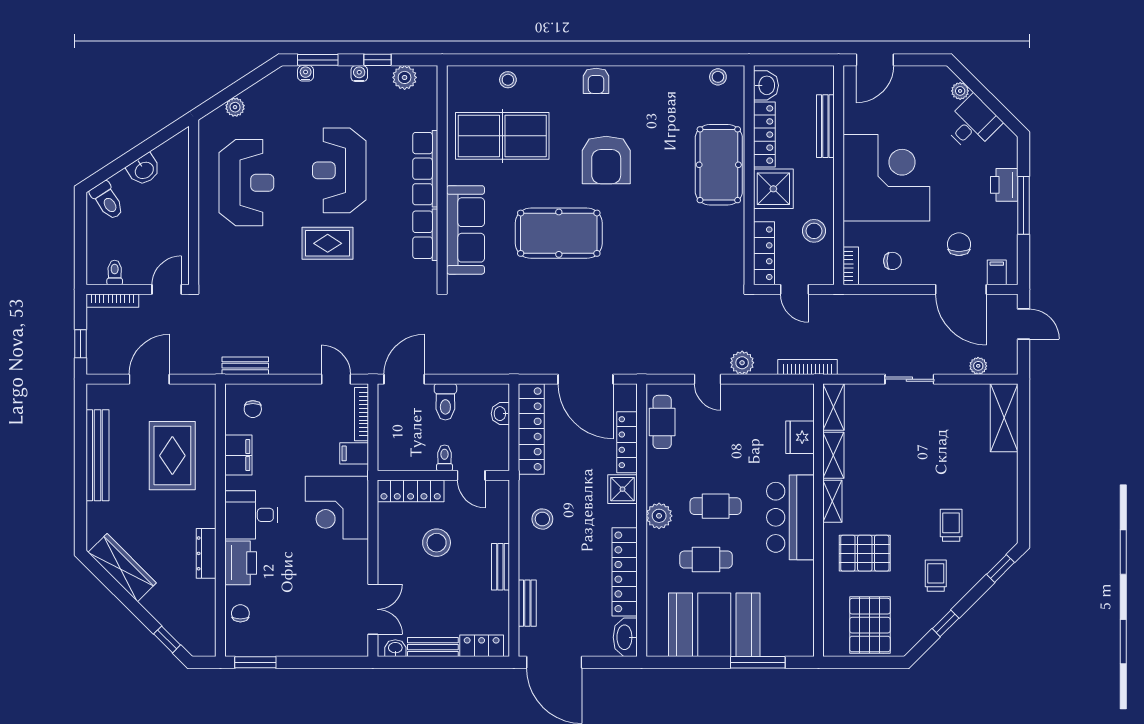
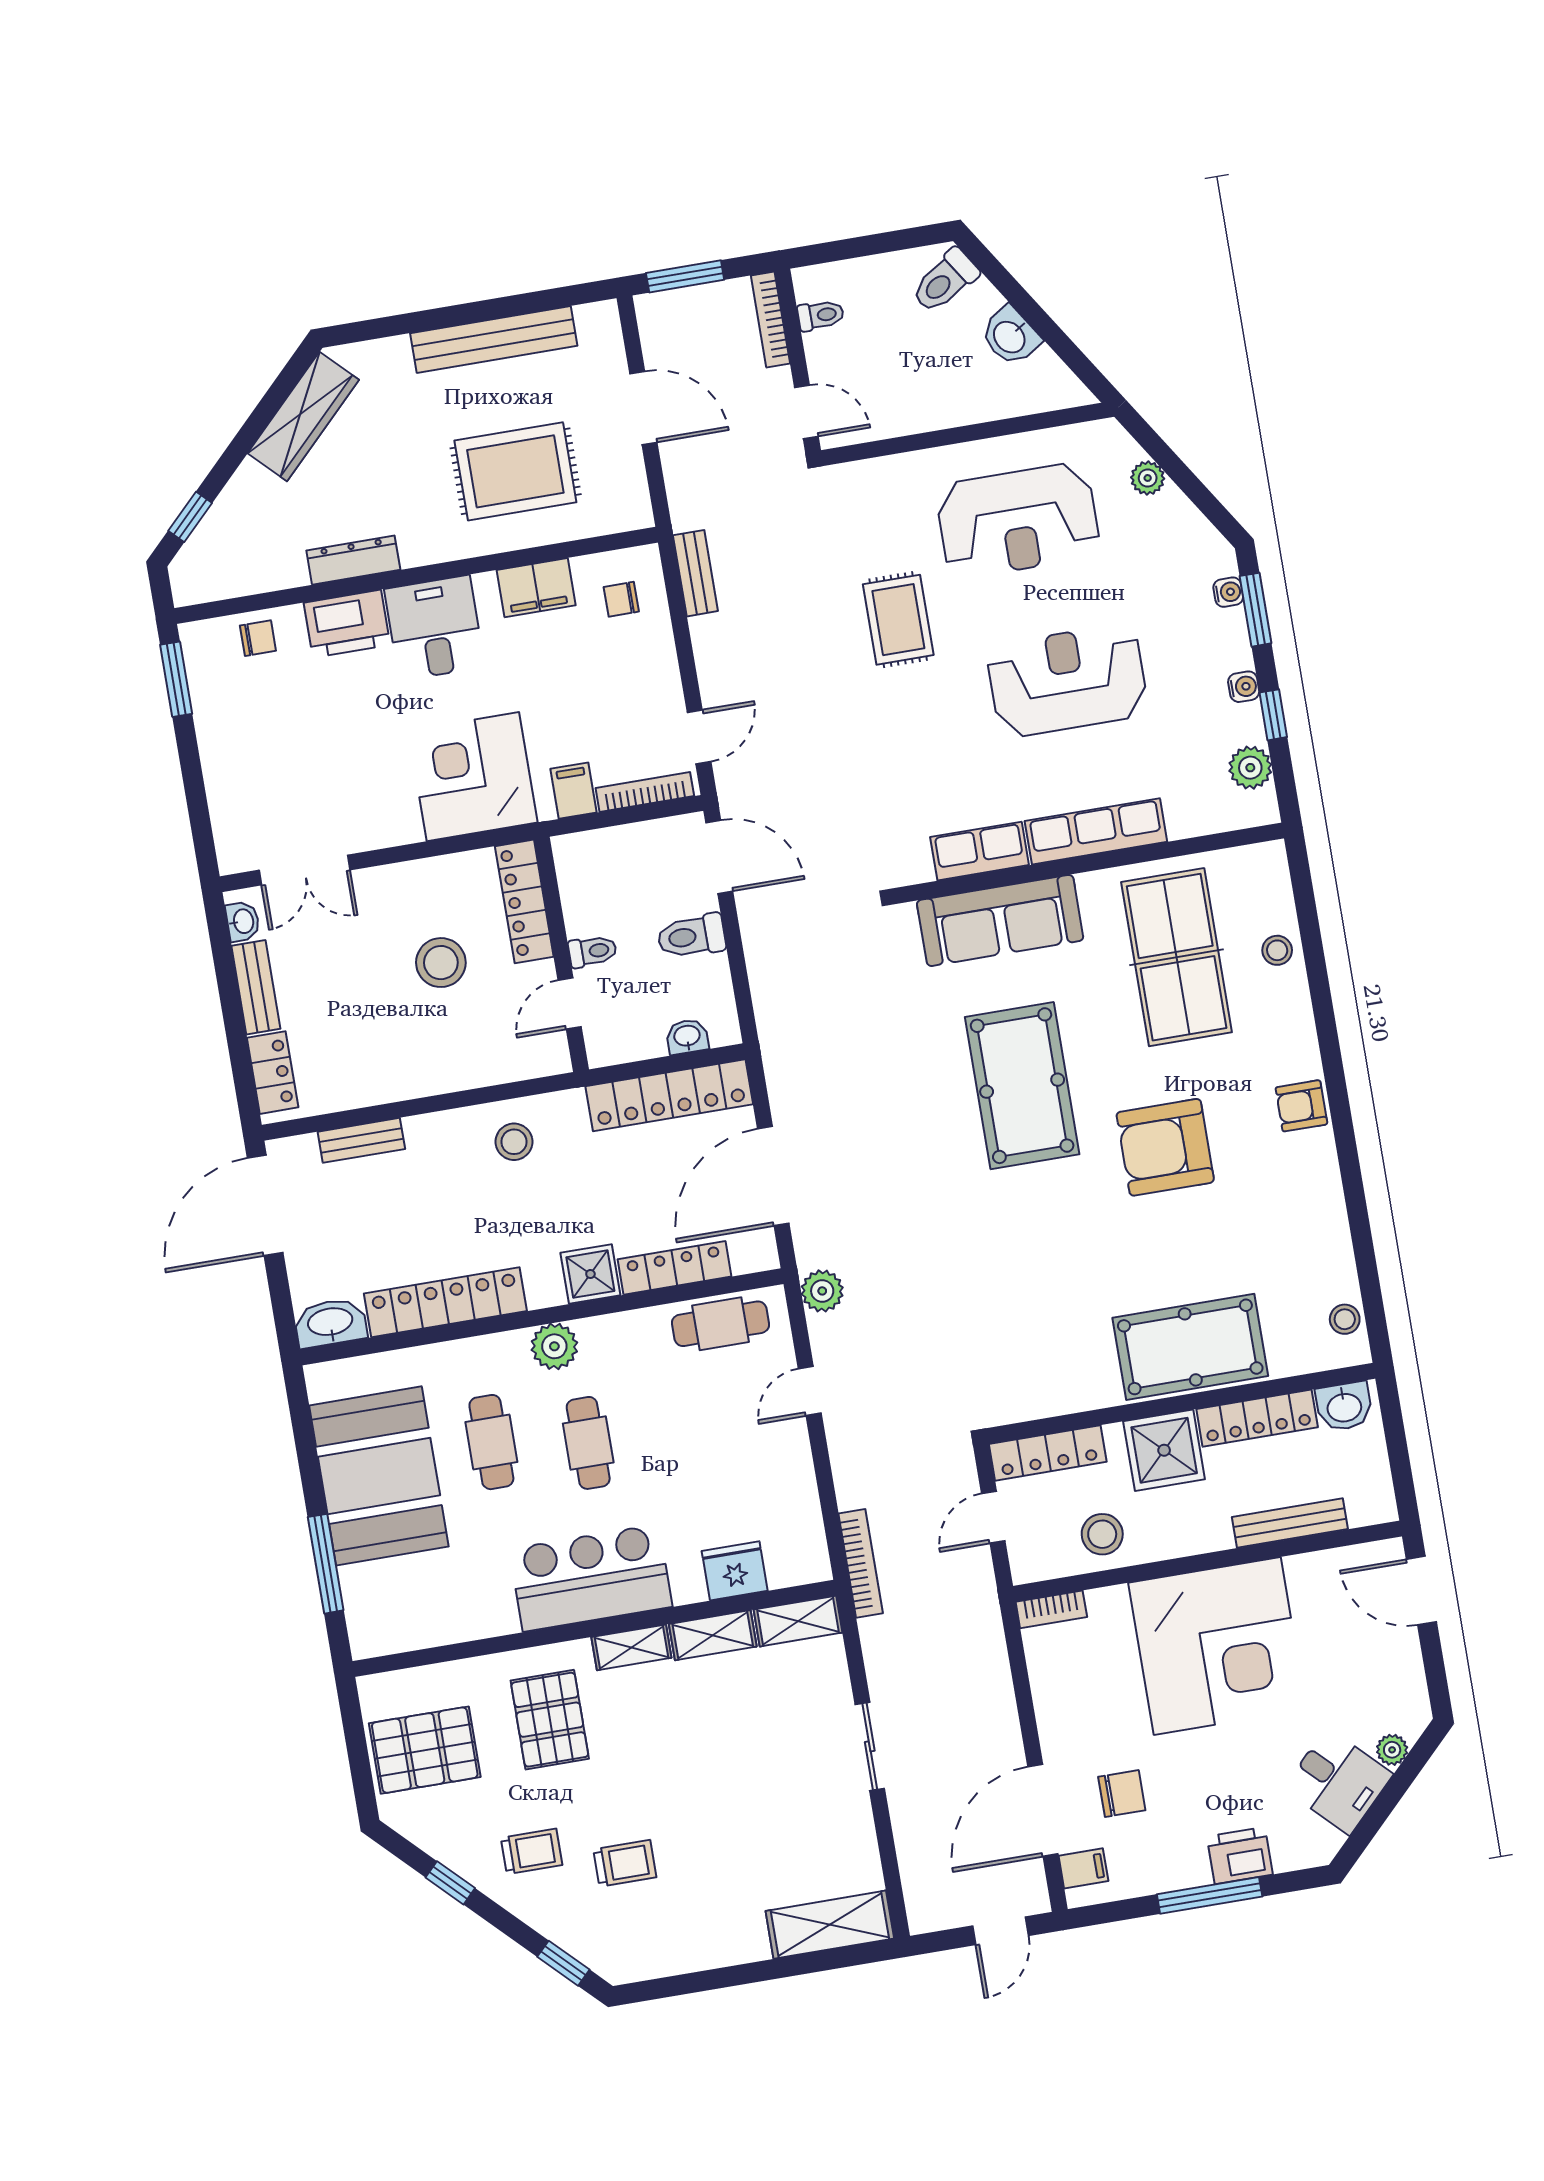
rug: (328, 243) -> (898, 620), moved
chair: (892, 261) -> (1073, 1681), removed
window: (80, 344) -> (685, 276), width x1.50
plant: (742, 363) -> (822, 1291), moved
plant: (978, 366) -> (913, 1864), removed
bench: (500, 567) -> (418, 1082), removed

